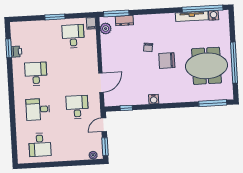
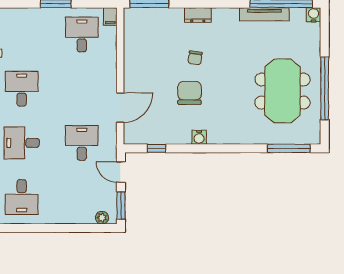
water cooler: (214, 15) -> (314, 15), moved
dresser: (124, 21) -> (198, 15), moved
plant: (106, 29) -> (132, 26), removed
chair: (167, 61) -> (190, 93), moved, turned 90
meeting table: (207, 66) -> (283, 91), turned 90
door: (104, 125) -> (121, 172), hinge flipped

